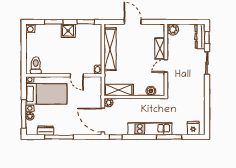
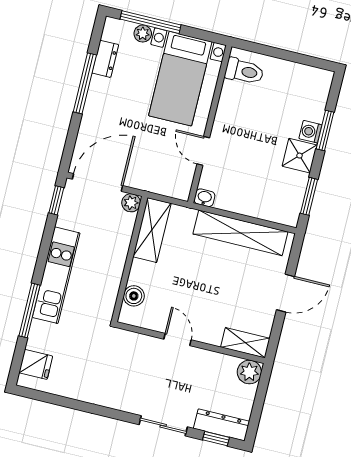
washing machine: (30, 28) -> (310, 132), moved
shelving: (160, 49) -> (245, 343), moved
door: (77, 75) -> (203, 151), hinge flipped

